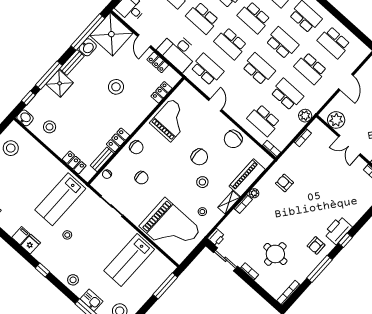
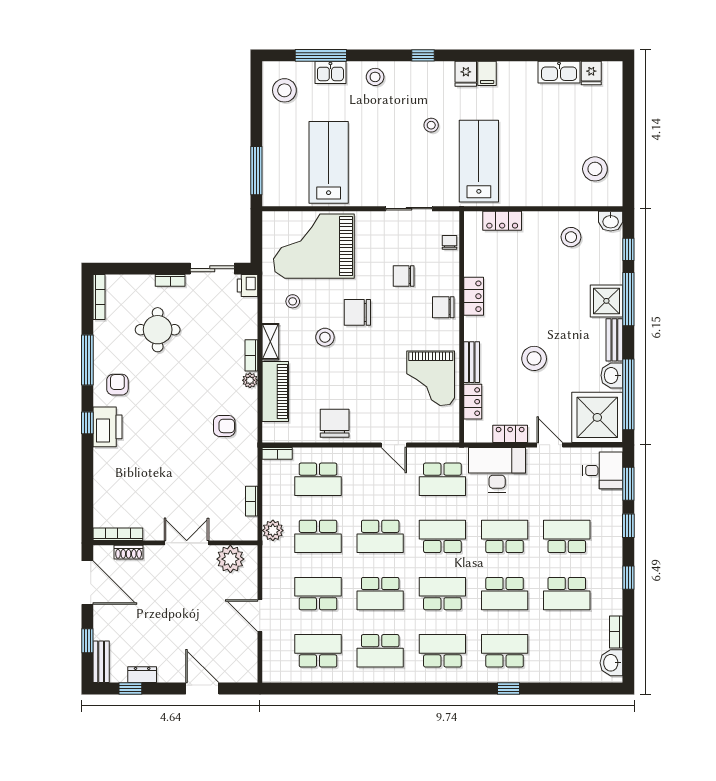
school desk: (264, 120) -> (318, 479), turned 180
chair: (199, 157) -> (357, 312), moved
bench: (102, 159) -> (472, 362), moved

